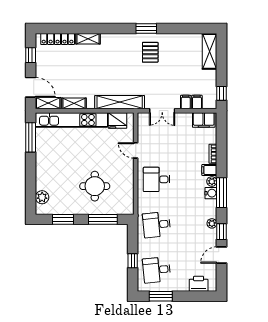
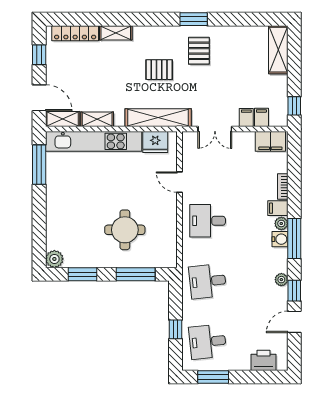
pallet: (120, 66) -> (159, 70), added
plant: (42, 197) -> (54, 259), moved

